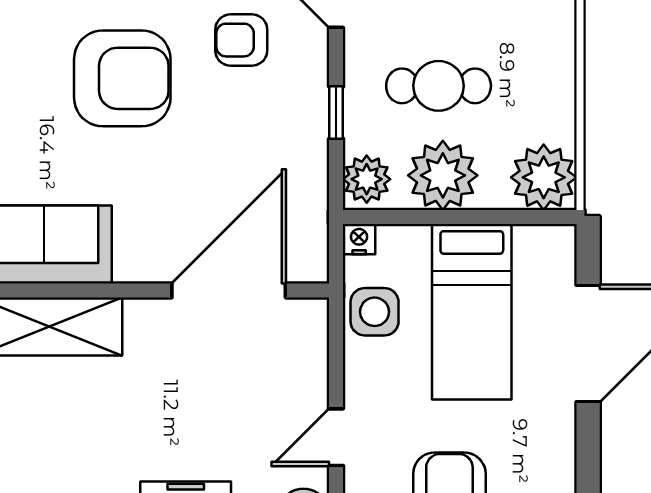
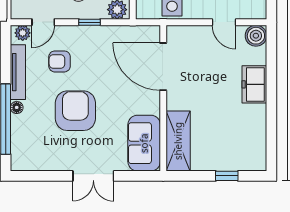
armchair: (241, 40) -> (60, 61), turned 90
nightstand: (359, 239) -> (142, 13), removed

